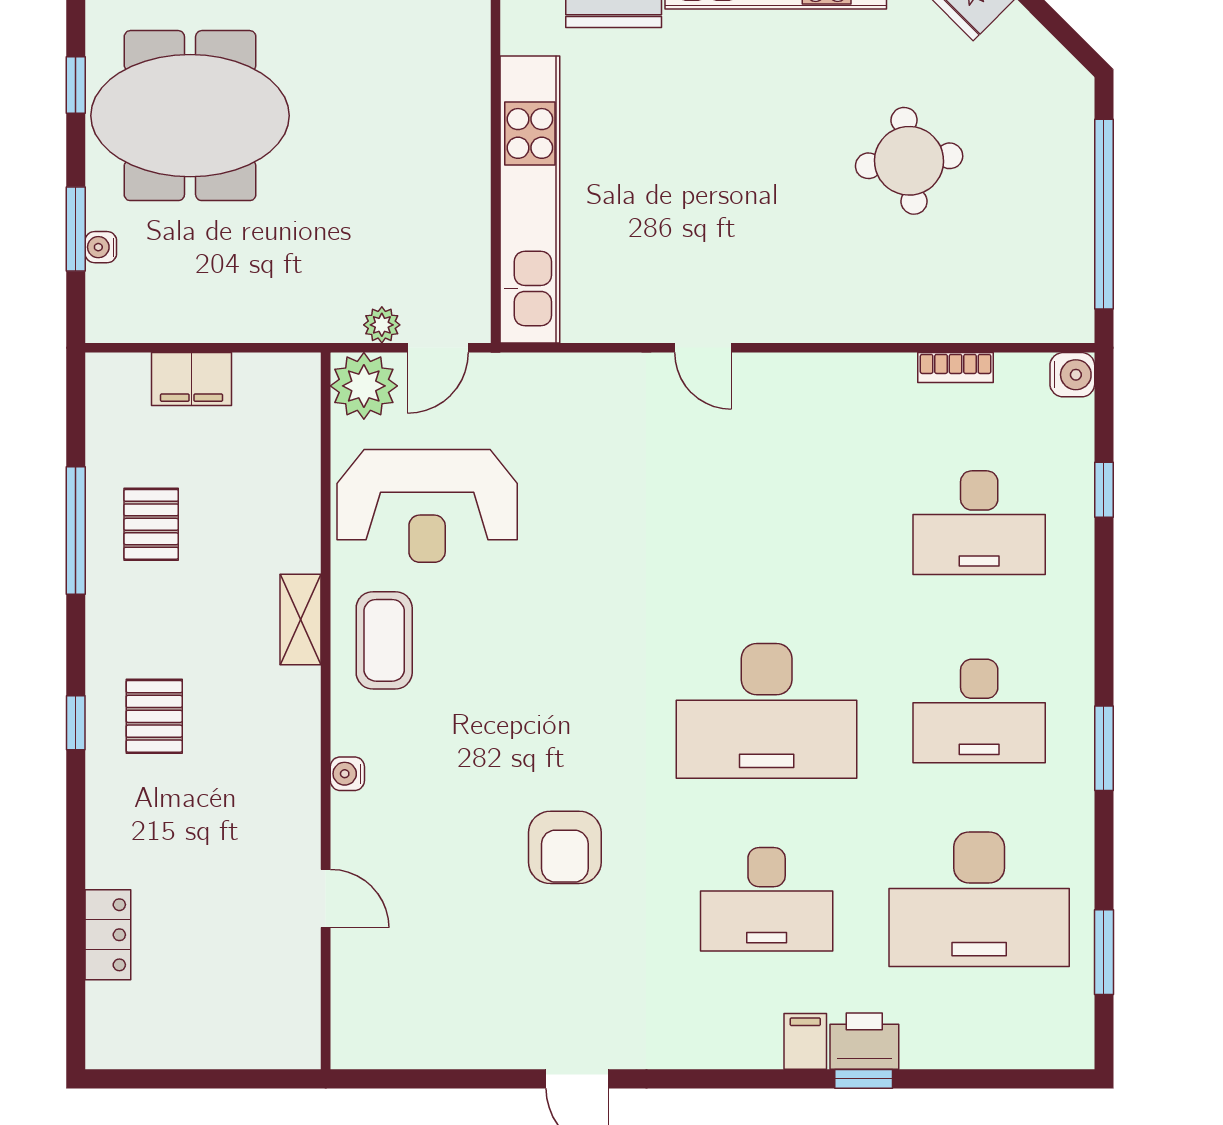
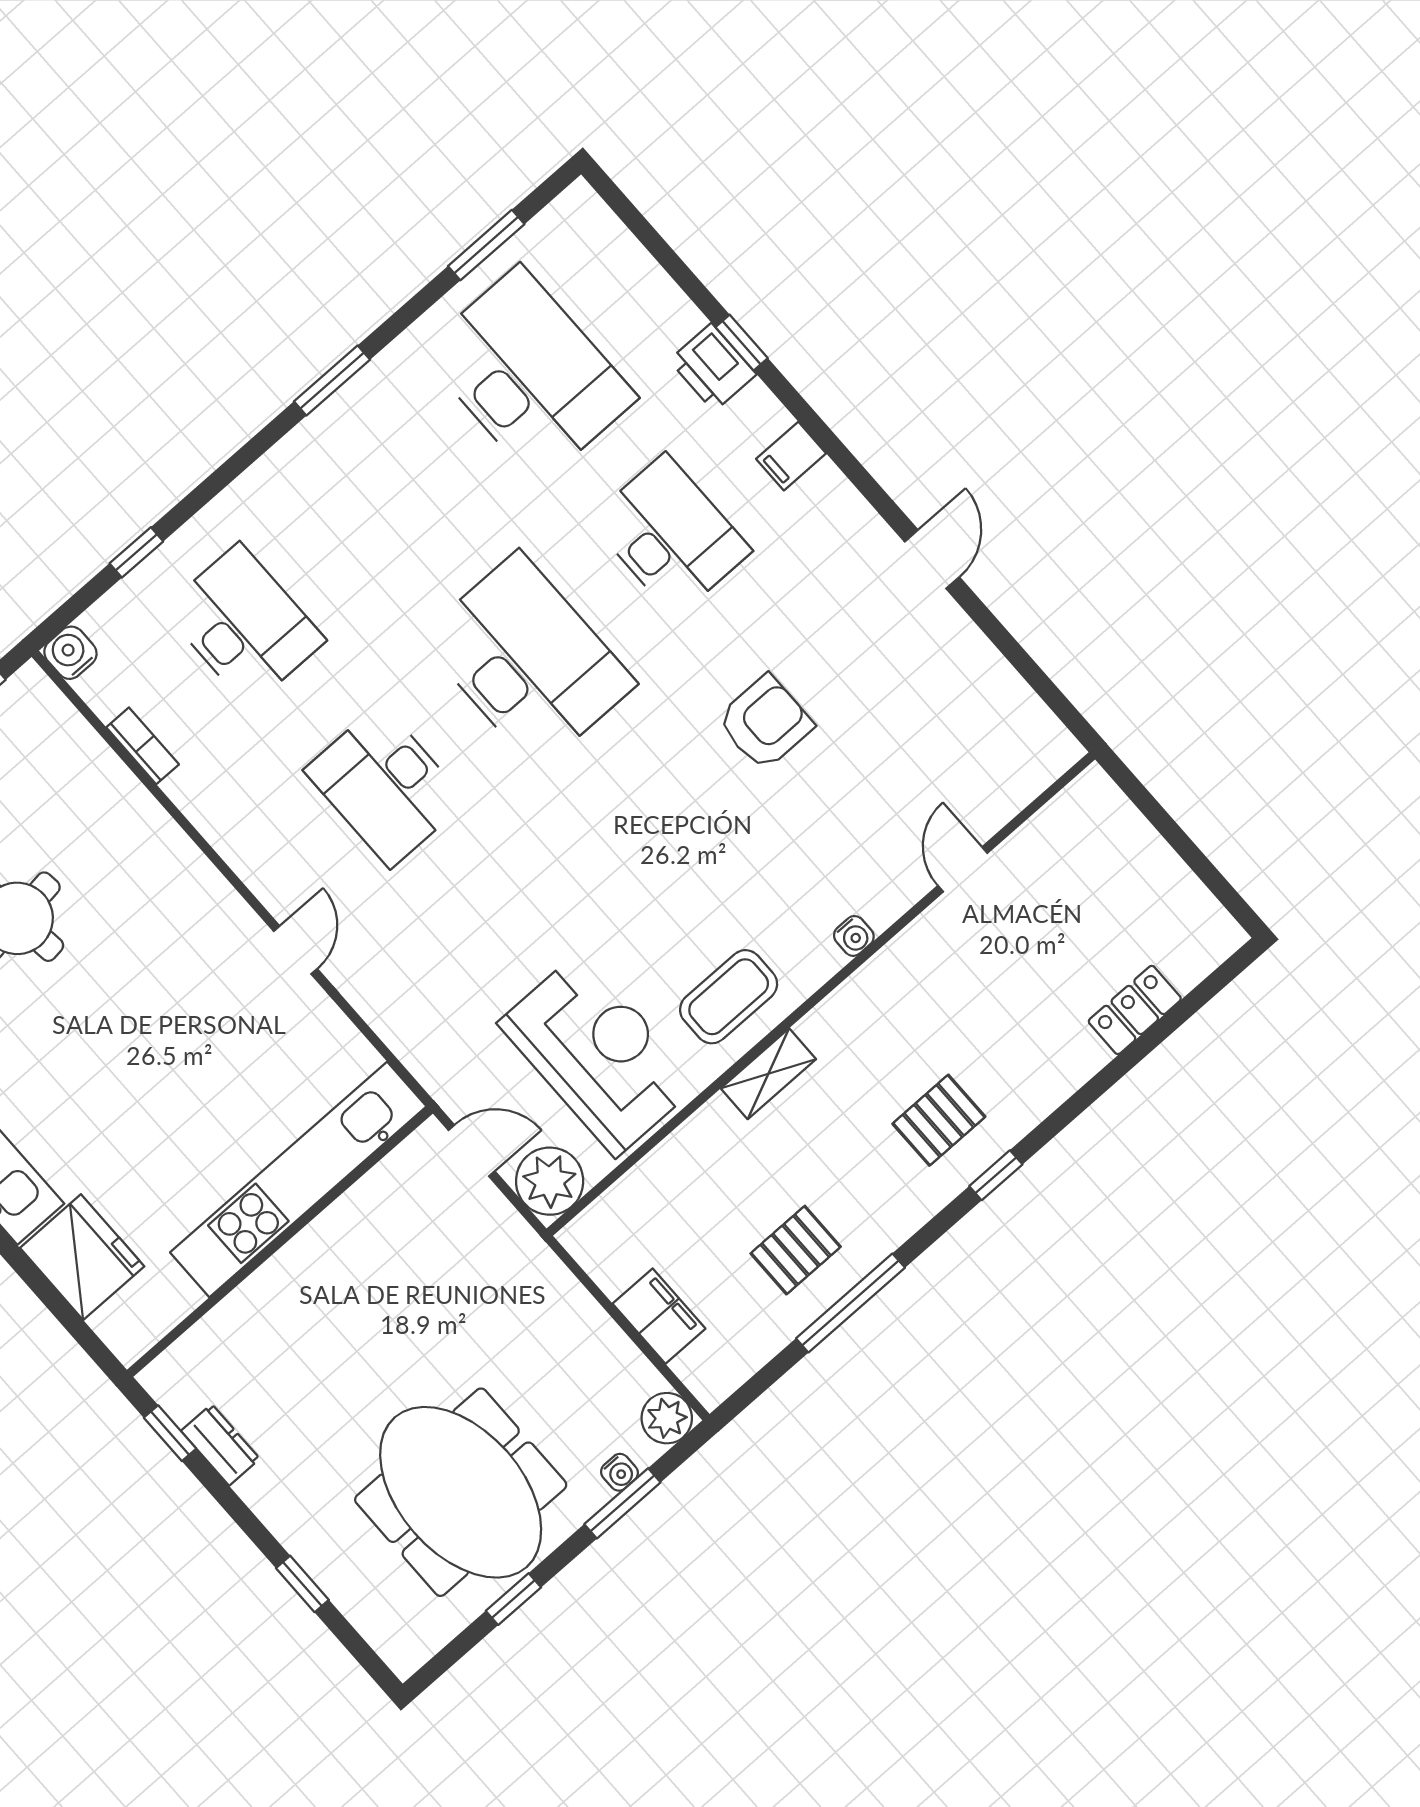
plant: (382, 325) -> (667, 1418), moved, width x1.38, depth x1.38
desk: (979, 711) -> (385, 786), moved, turned 180
filing cabinet: (805, 1041) -> (791, 456), moved

